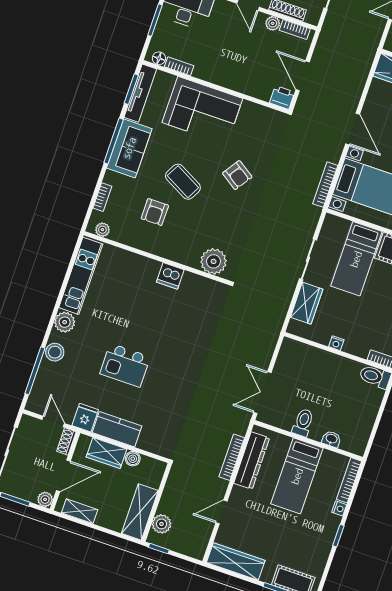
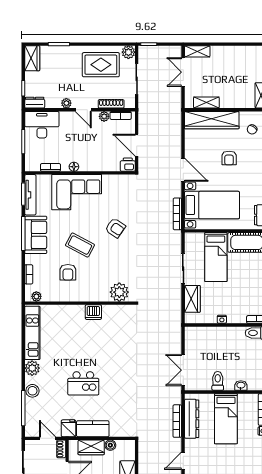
floor lamp: (159, 58) -> (74, 167), moved

